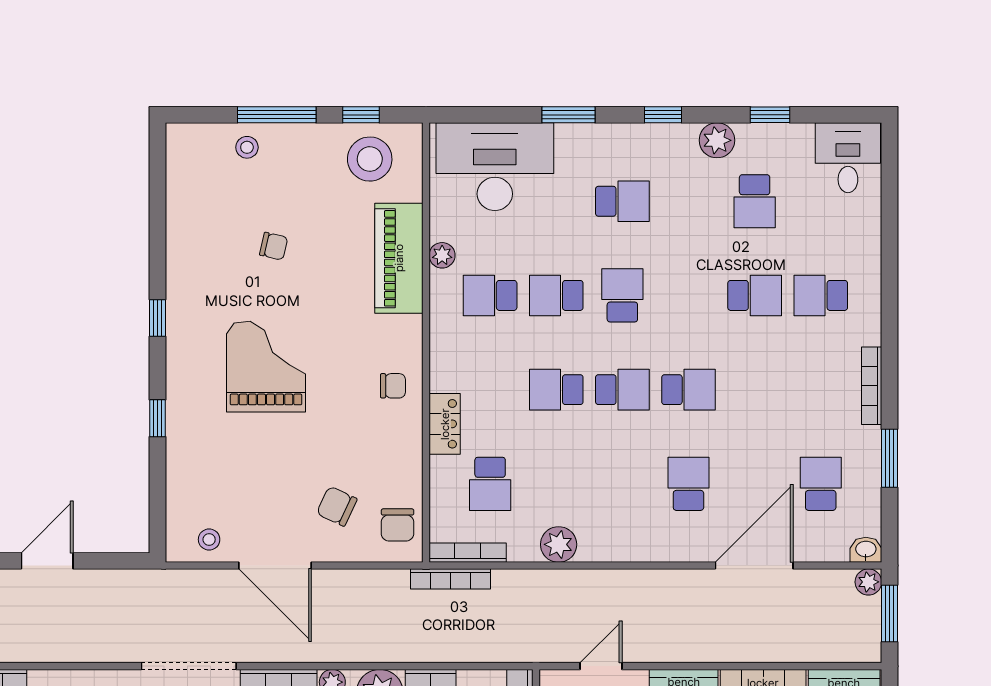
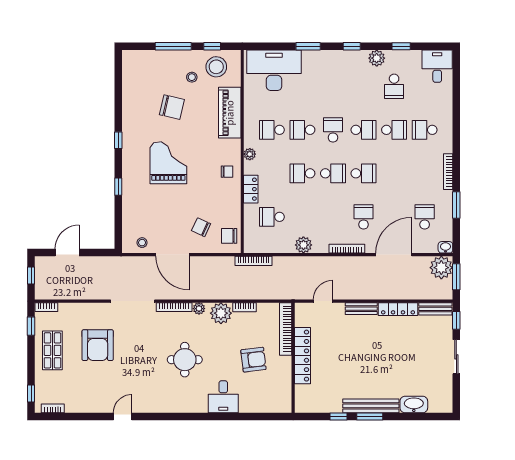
stool: (247, 147) -> (192, 77), moved
school desk: (622, 201) -> (364, 130), moved
chair: (274, 246) -> (172, 107), width x1.87, depth x1.87
plant: (442, 255) -> (250, 154), moved
school desk: (490, 484) -> (272, 217), turned 90
chair: (398, 525) -> (229, 236), turned 90
bookcase: (468, 553) -> (347, 249), moved
plant: (868, 582) -> (441, 268), width x1.87, depth x1.87

